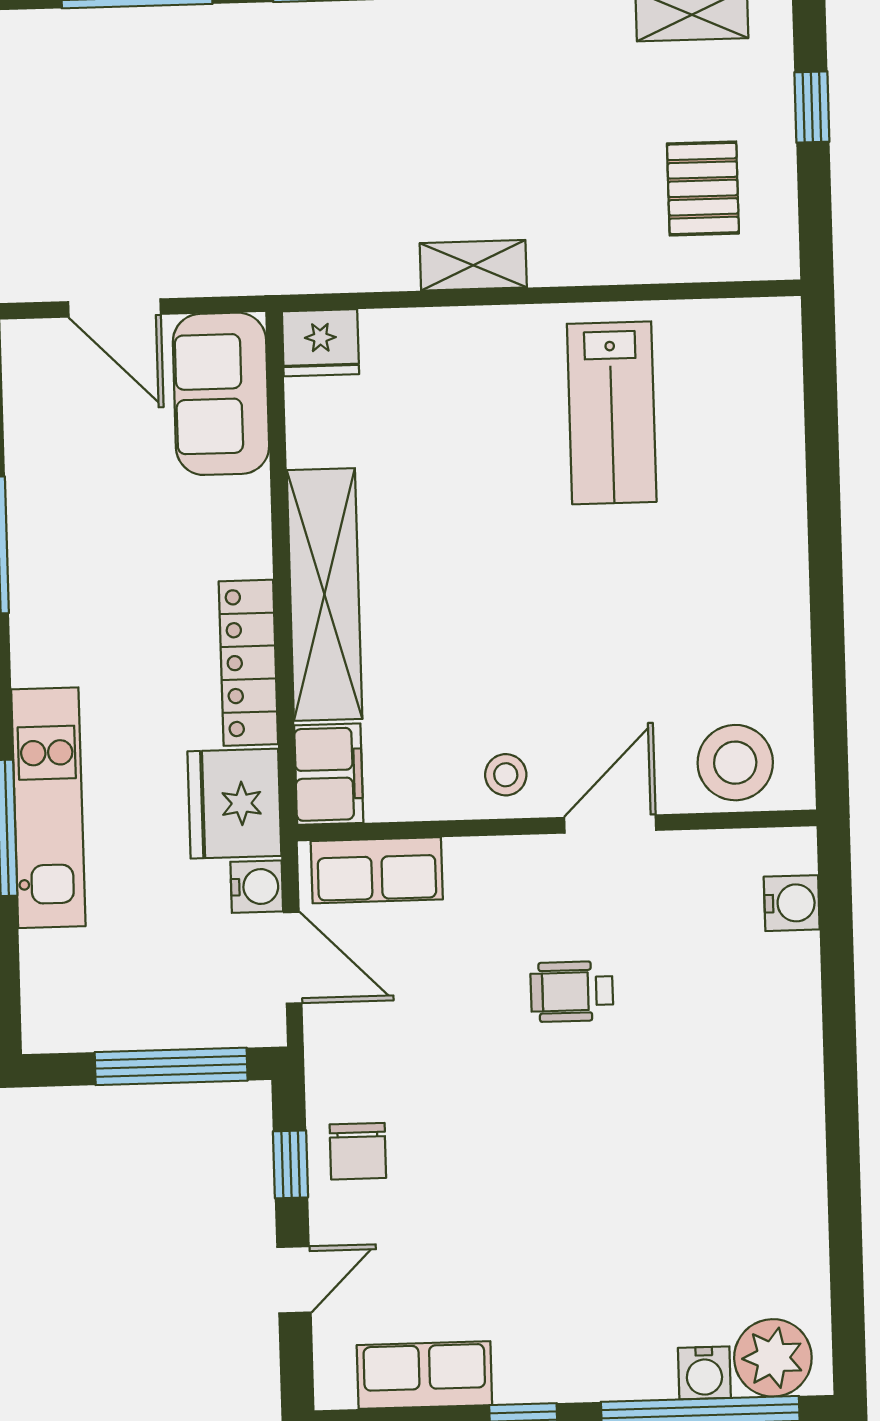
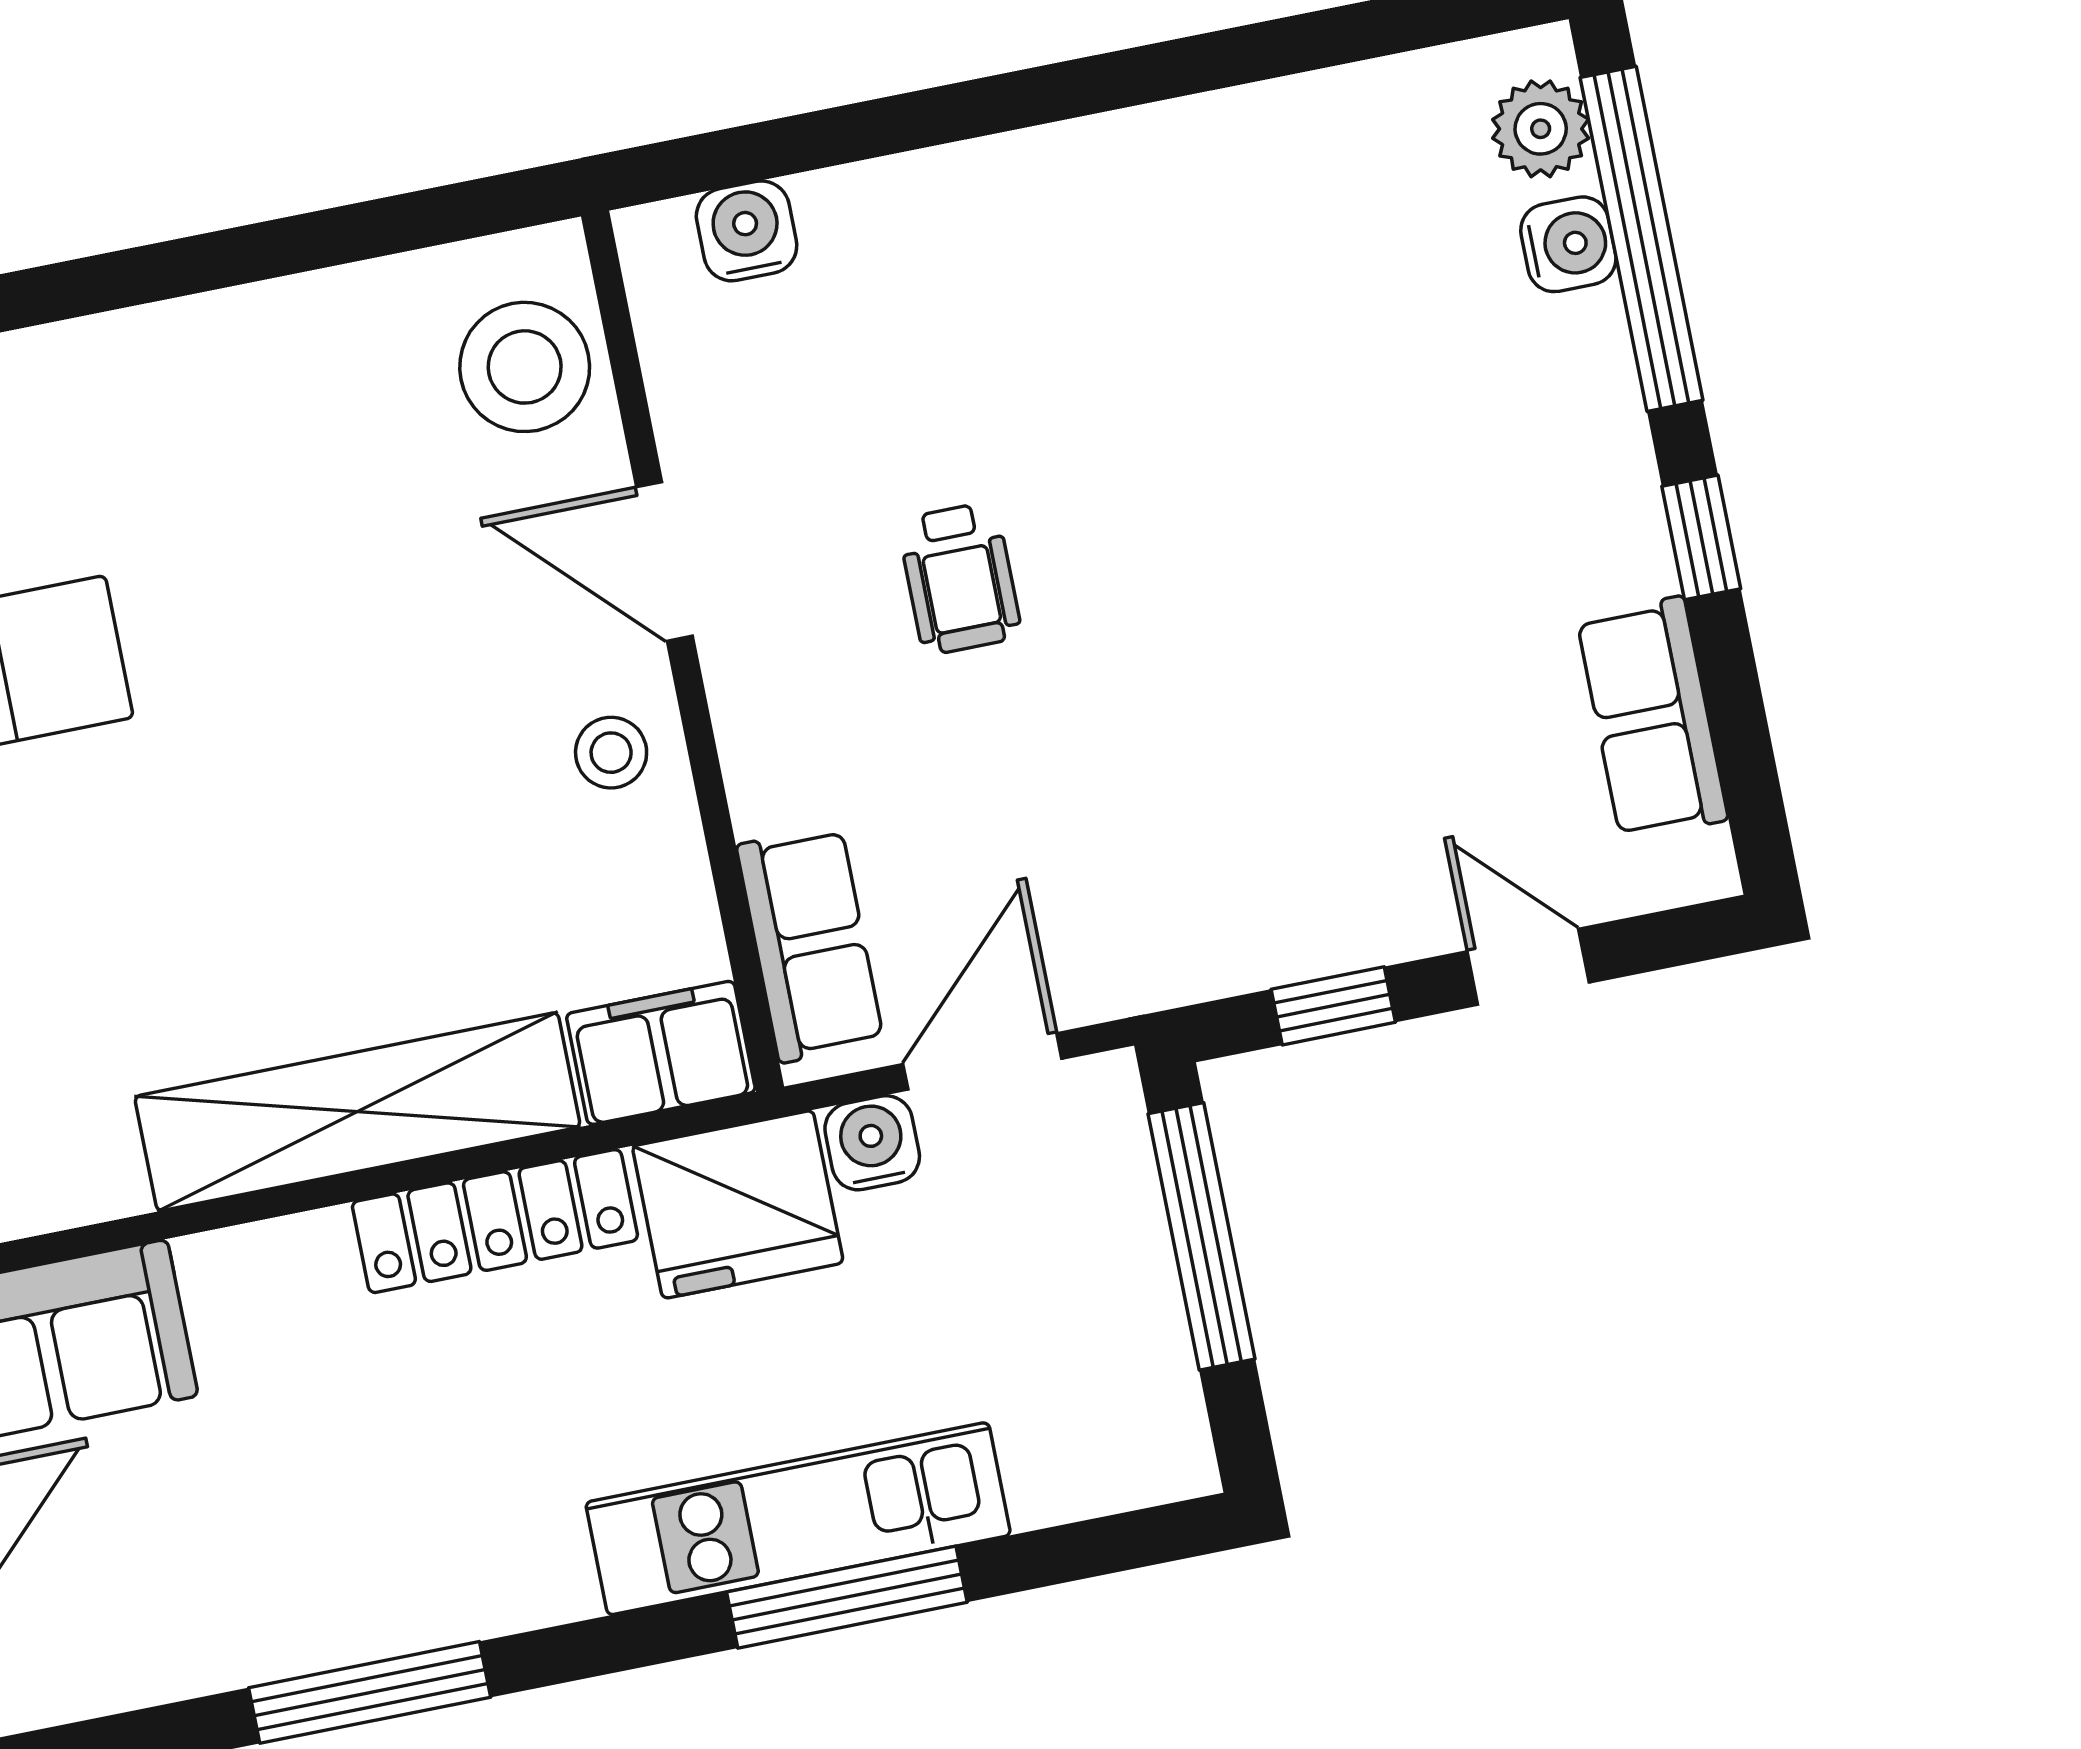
chair: (358, 1151) -> (1292, 895), removed
plant: (773, 1358) -> (1541, 129), width x0.73, depth x0.73

